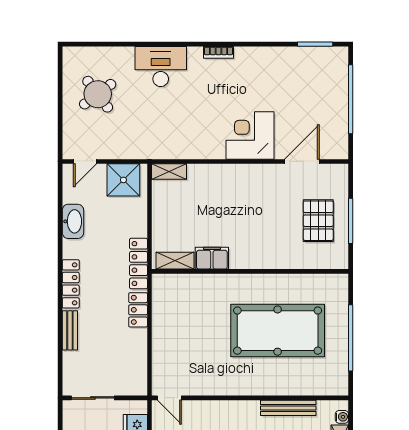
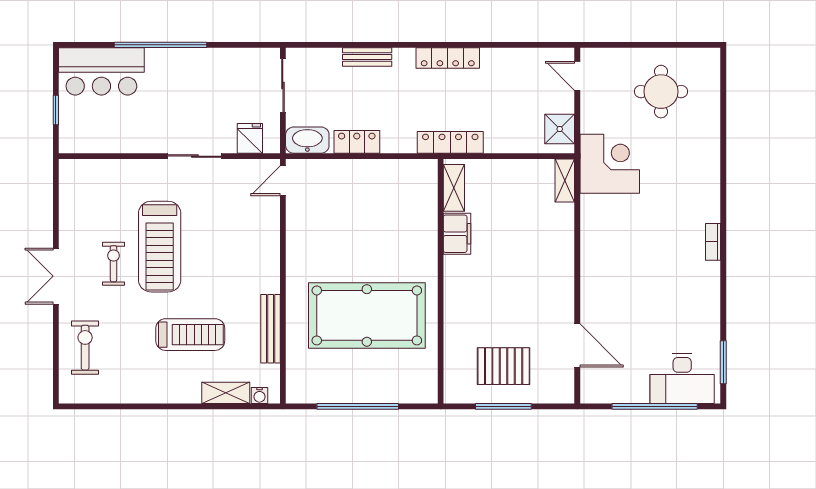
desk: (161, 67) -> (682, 378), moved, turned 90
round table: (98, 94) -> (661, 92), turned 37
corner desk: (250, 135) -> (610, 164), moved
shower: (123, 180) -> (560, 129), width x0.73, depth x0.73
washbasin: (73, 221) -> (307, 140), moved, turned 180
locker: (71, 284) -> (448, 58), moved
locker: (138, 310) -> (357, 142), moved
pool table: (278, 331) -> (367, 315), turned 90

